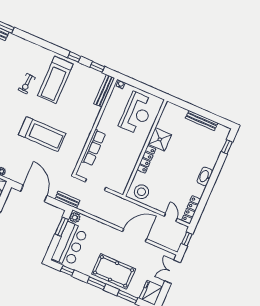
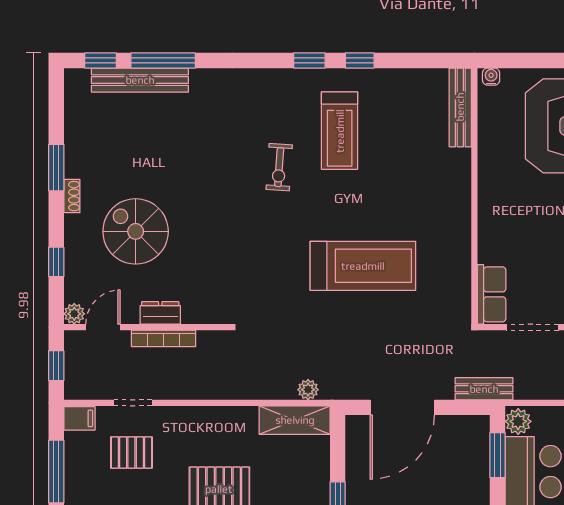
window: (97, 67) -> (309, 60), moved
treadmill: (55, 80) -> (340, 131), width x0.73, depth x0.73
row of seats: (93, 148) -> (492, 294), moved, width x0.68
door: (34, 193) -> (402, 407), swing flipped

